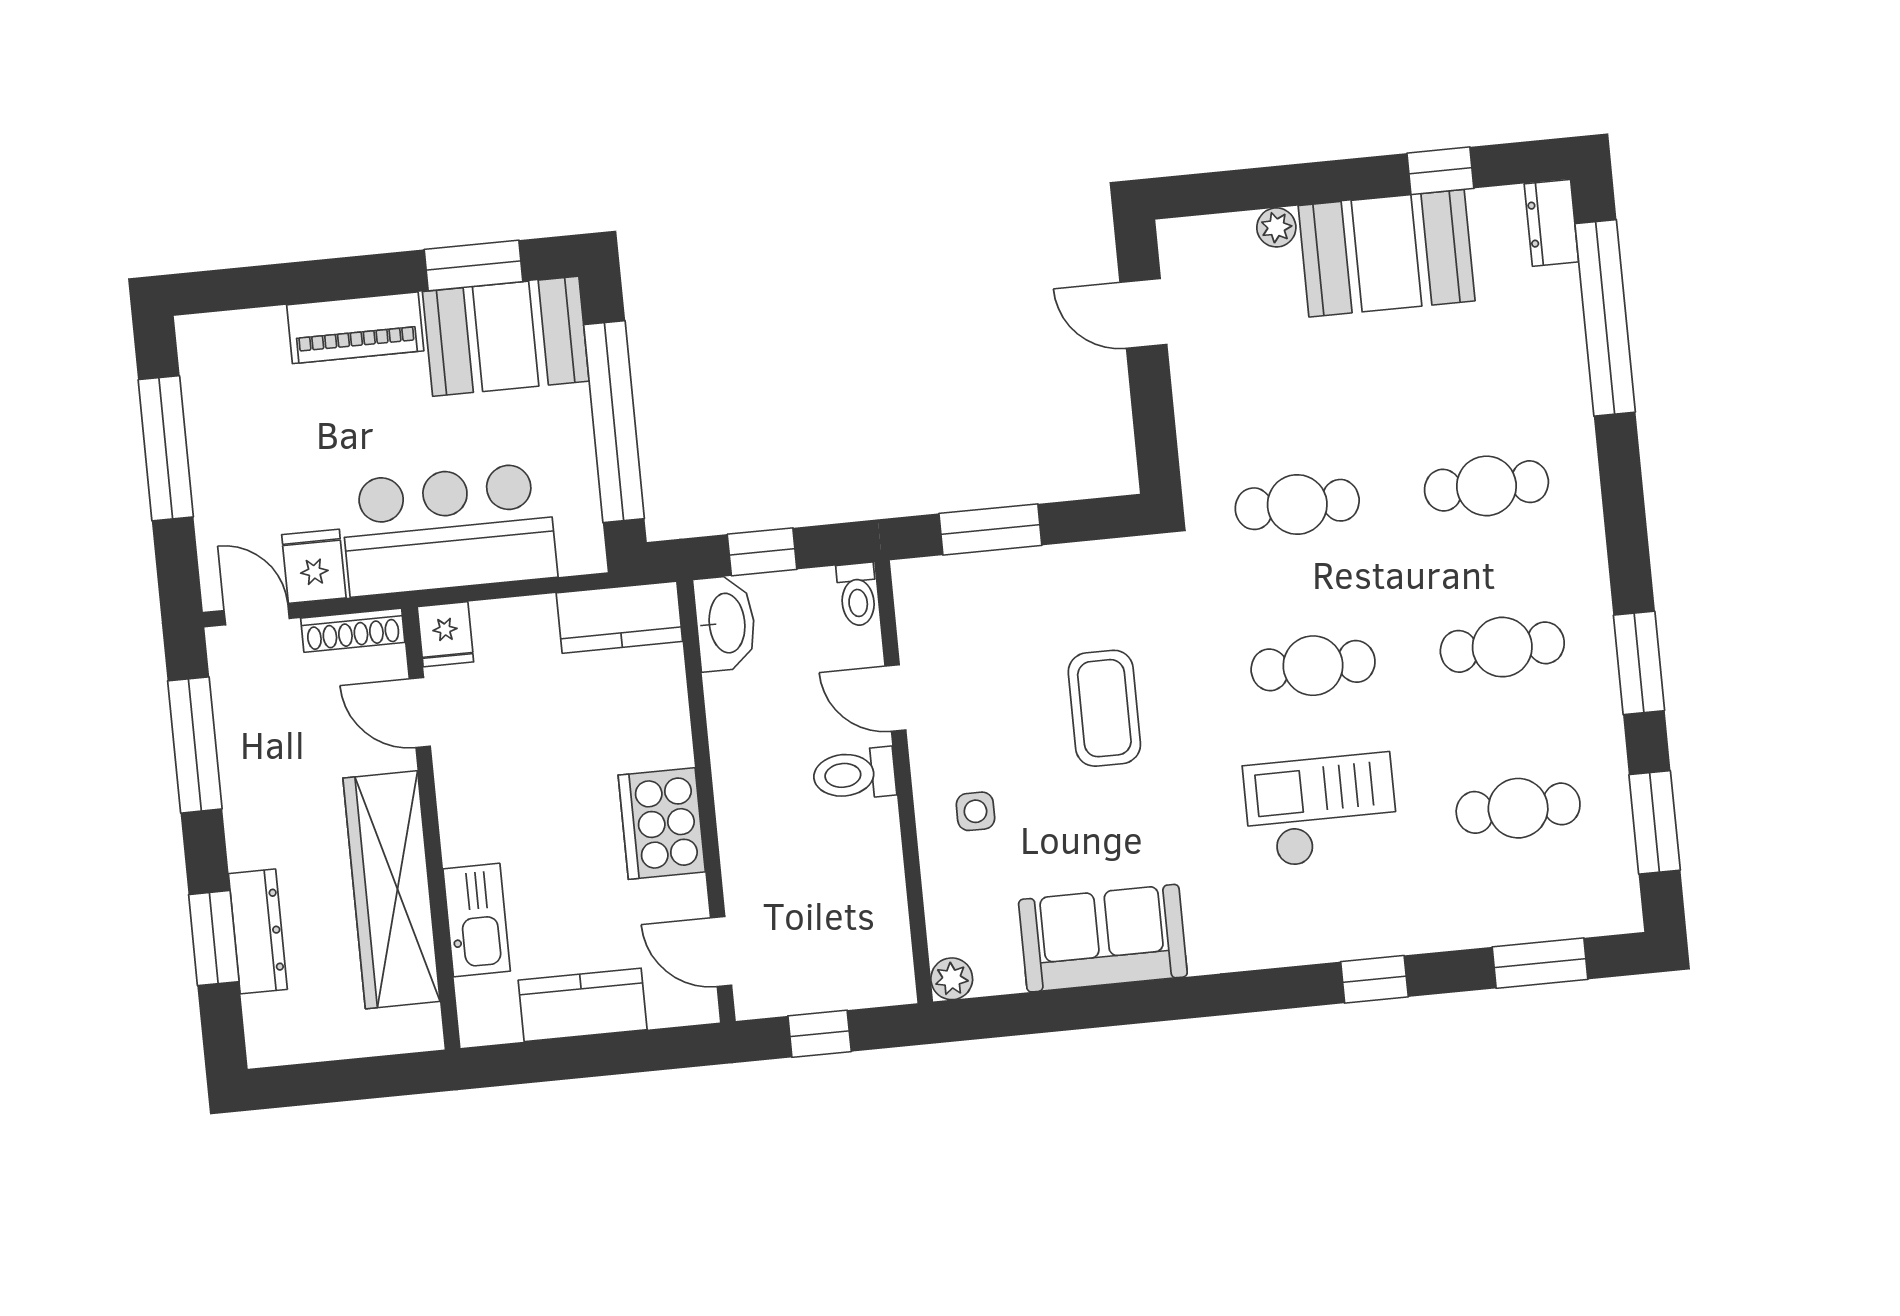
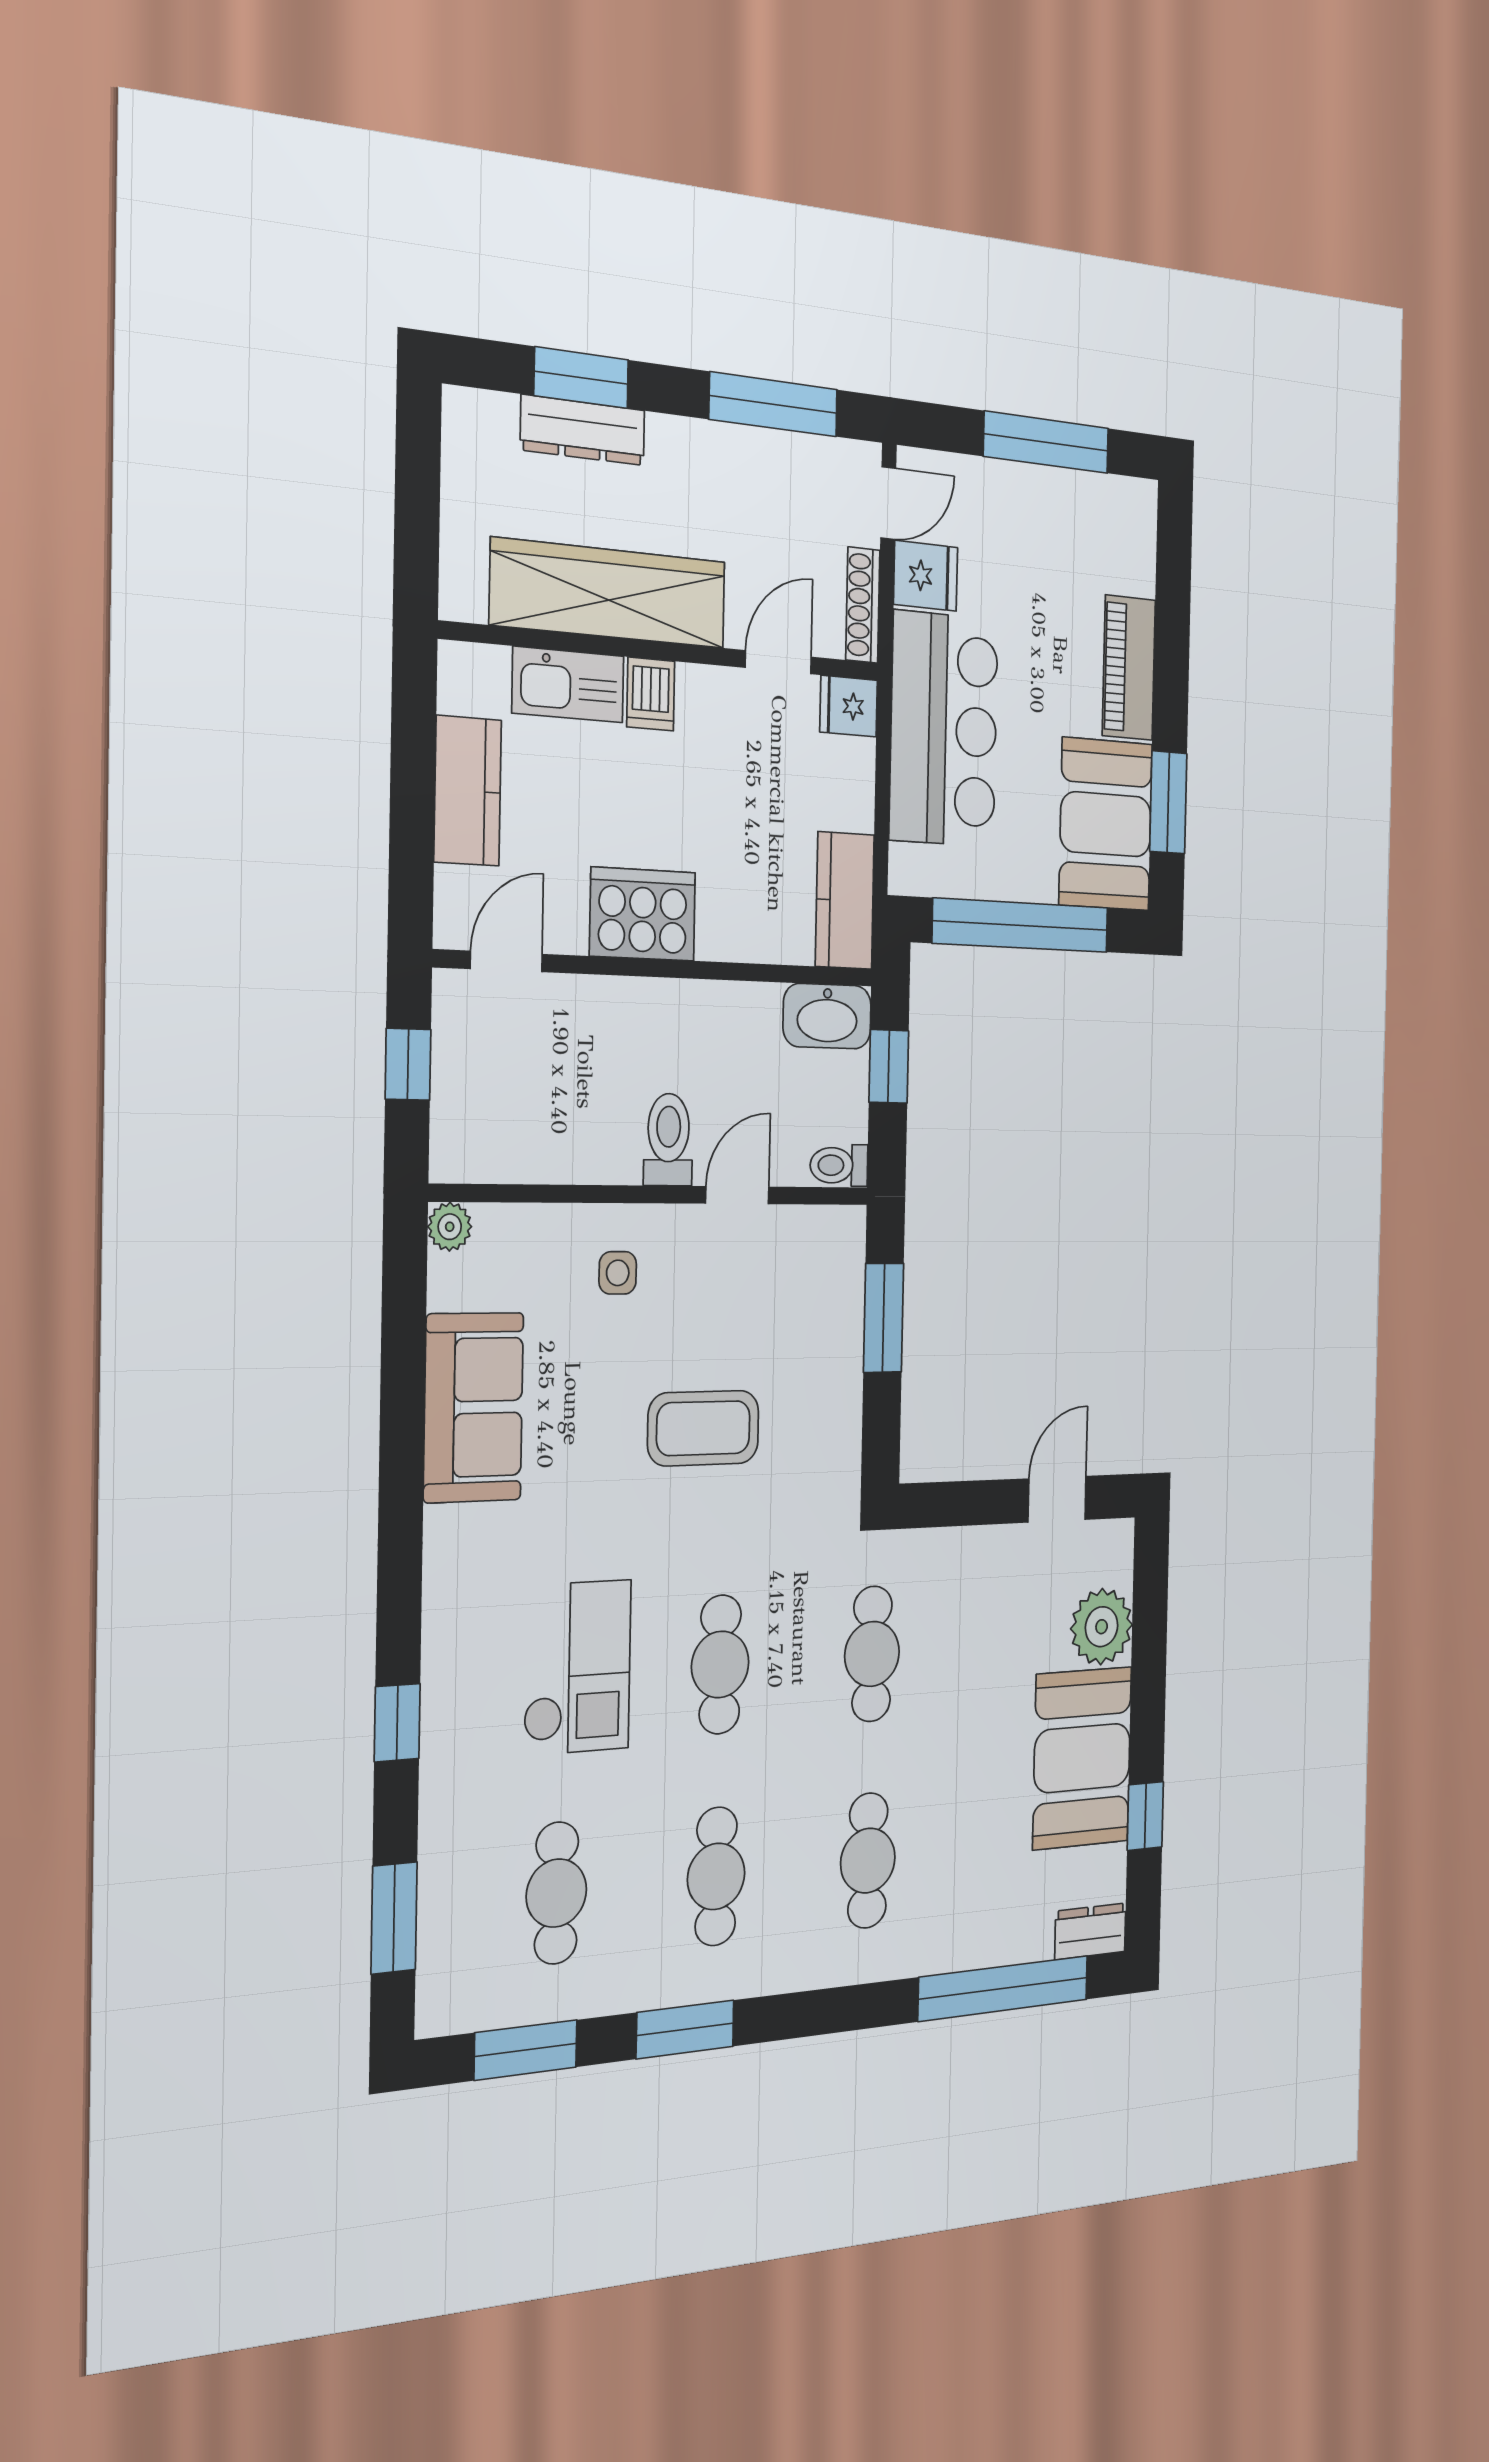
plant: (1276, 227) -> (1102, 1627), width x1.88, depth x1.88
dishwasher: (470, 838) -> (651, 694), added

